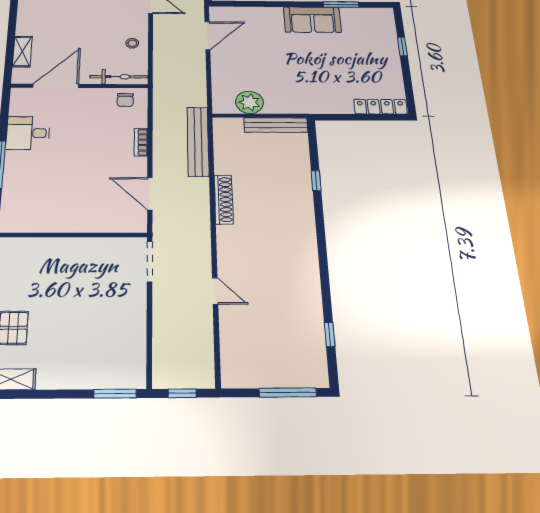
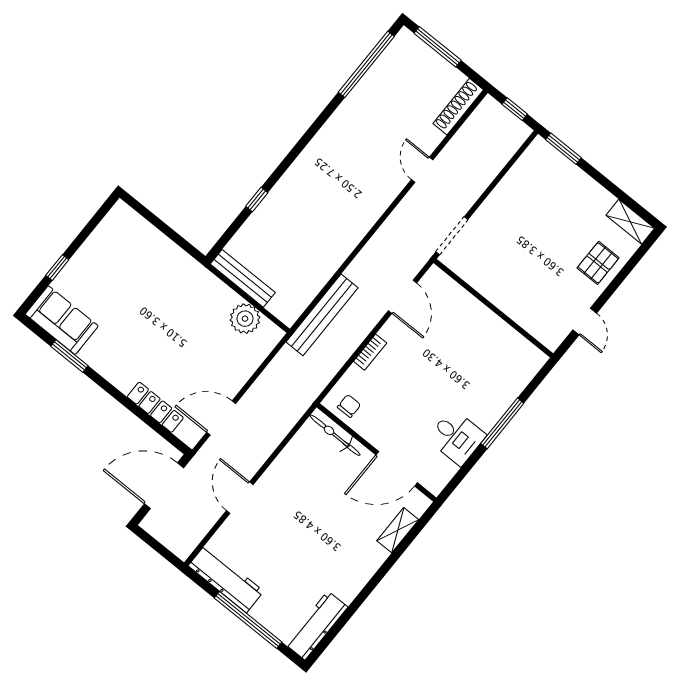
sofa: (312, 20) -> (62, 320), moved
stool: (132, 43) -> (295, 463), removed
locker: (380, 107) -> (155, 407), moved, turned 180
shoe rack: (224, 199) -> (458, 107), moved
window: (330, 334) -> (366, 64), width x3.17

